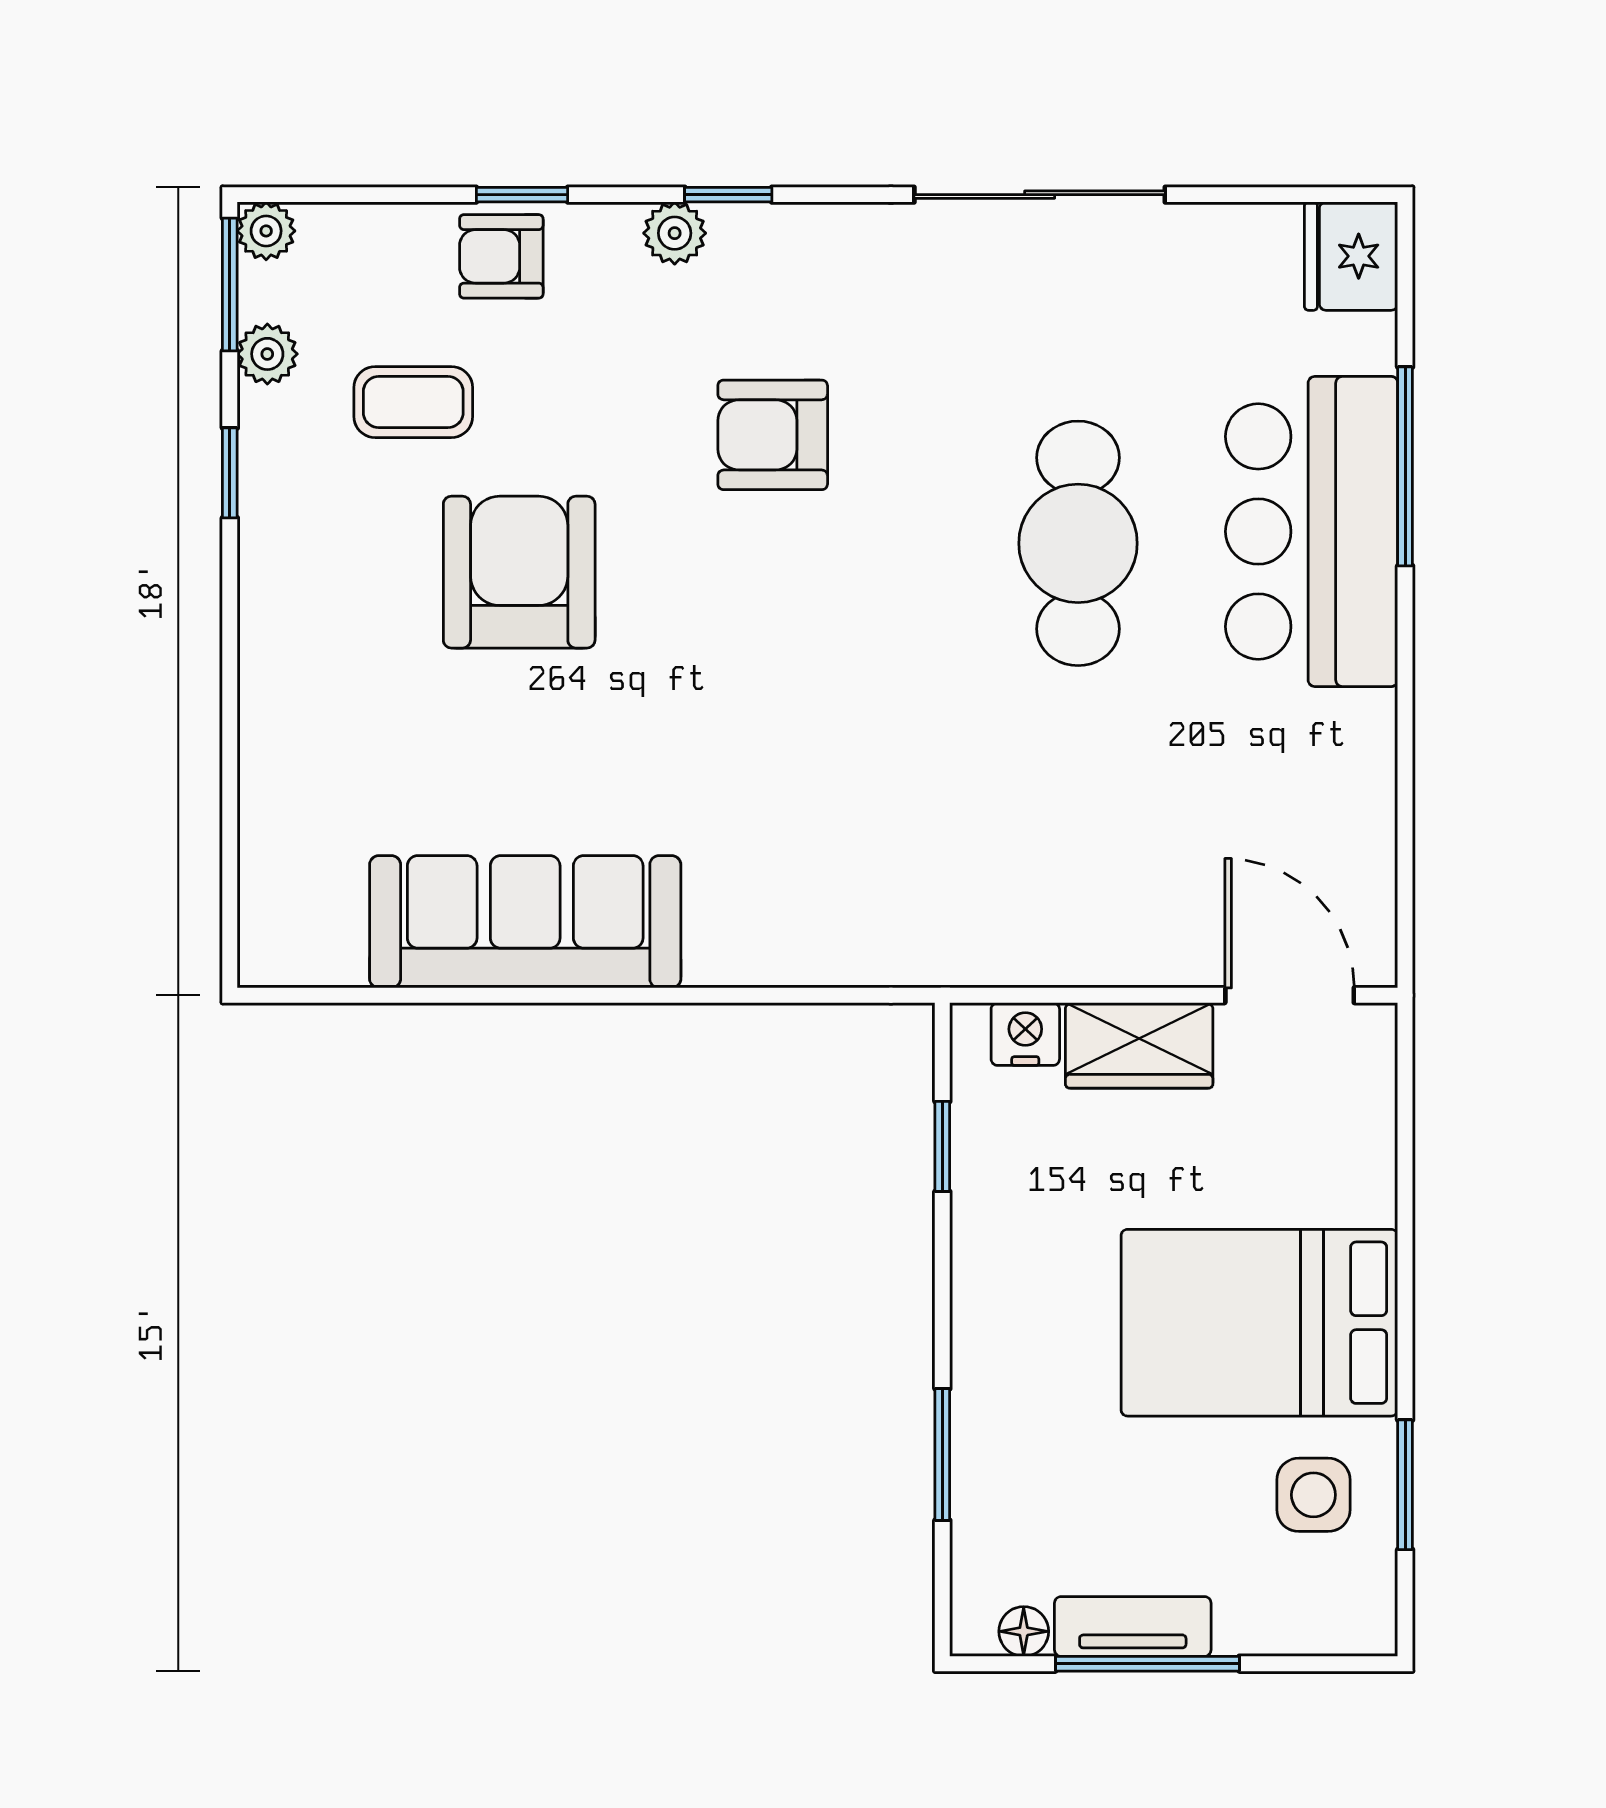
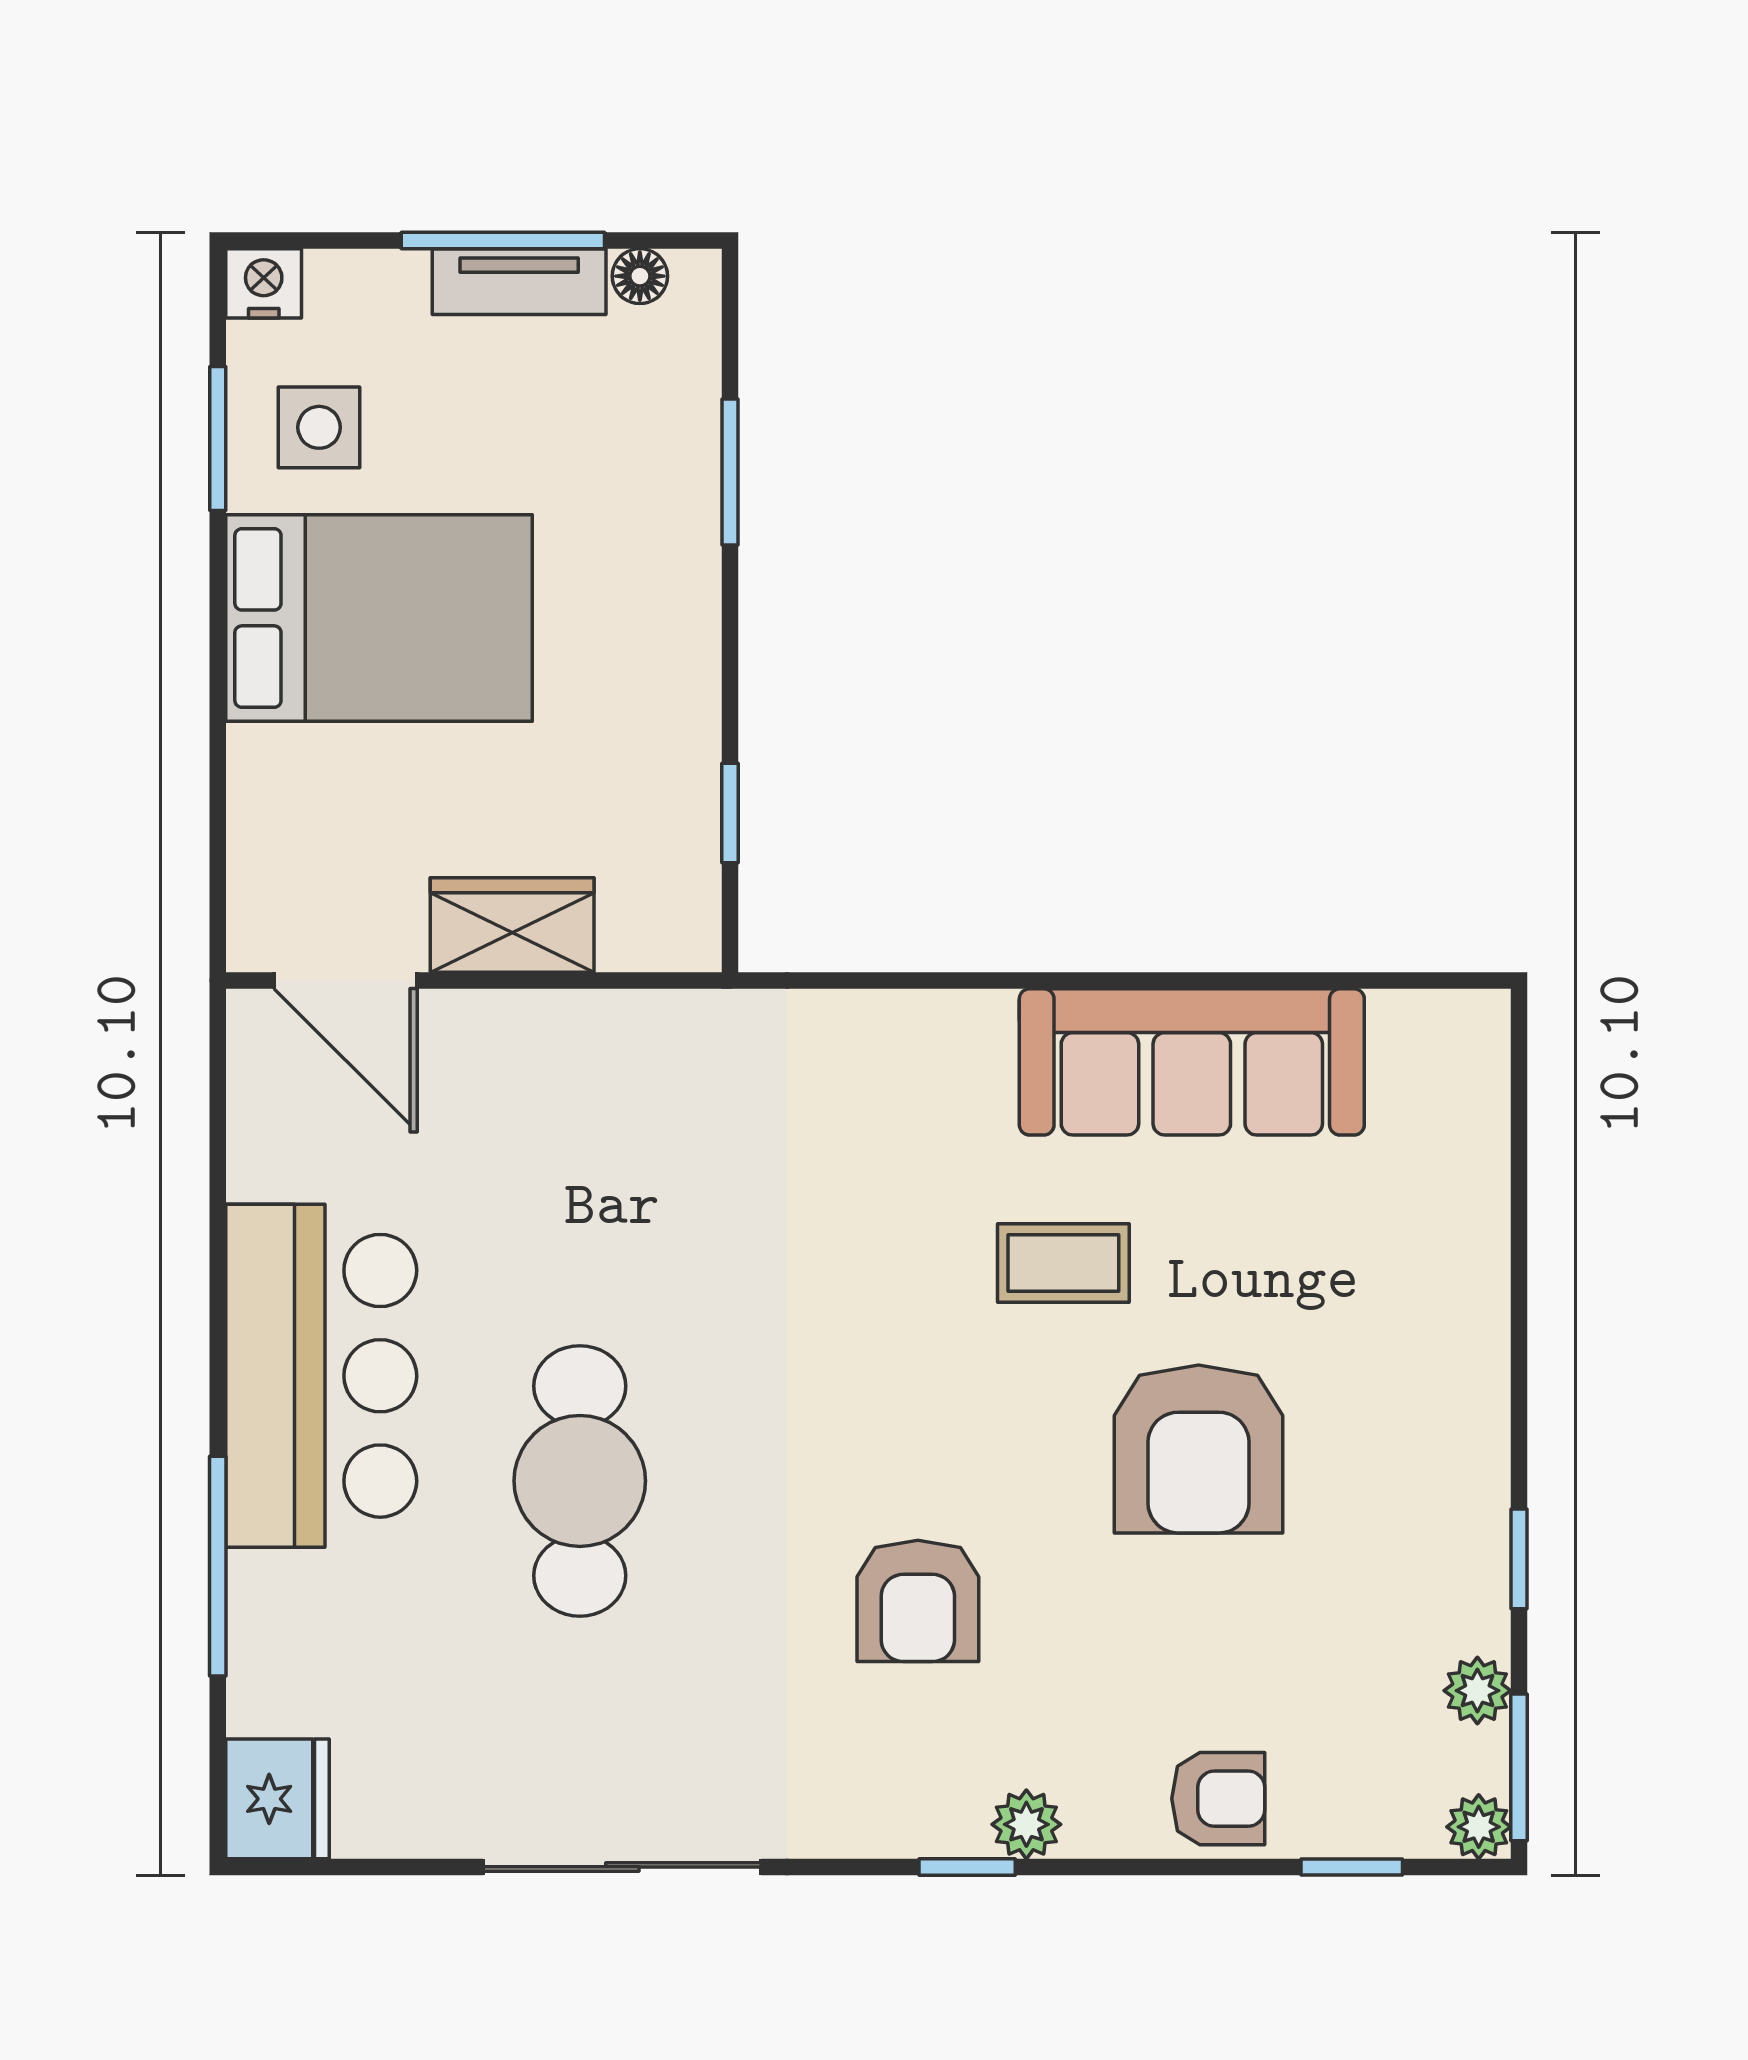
window: (522, 195) -> (1352, 1867), moved
coffee table: (413, 402) -> (1063, 1263), moved
armchair: (773, 435) -> (918, 1601), turned 90
bar counter: (1312, 531) -> (321, 1376), moved
nightstand: (1025, 1034) -> (264, 283), moved, turned 180

